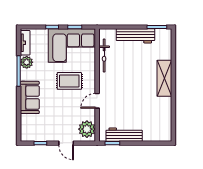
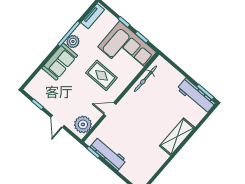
workbench: (135, 36) -> (196, 96), moved
plant: (27, 62) -> (73, 41), moved

